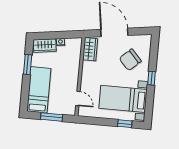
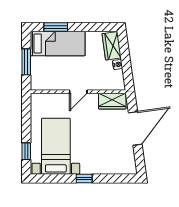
chair: (130, 60) -> (104, 151), removed
window: (28, 65) -> (56, 27), moved
door: (78, 99) -> (78, 92), moved

